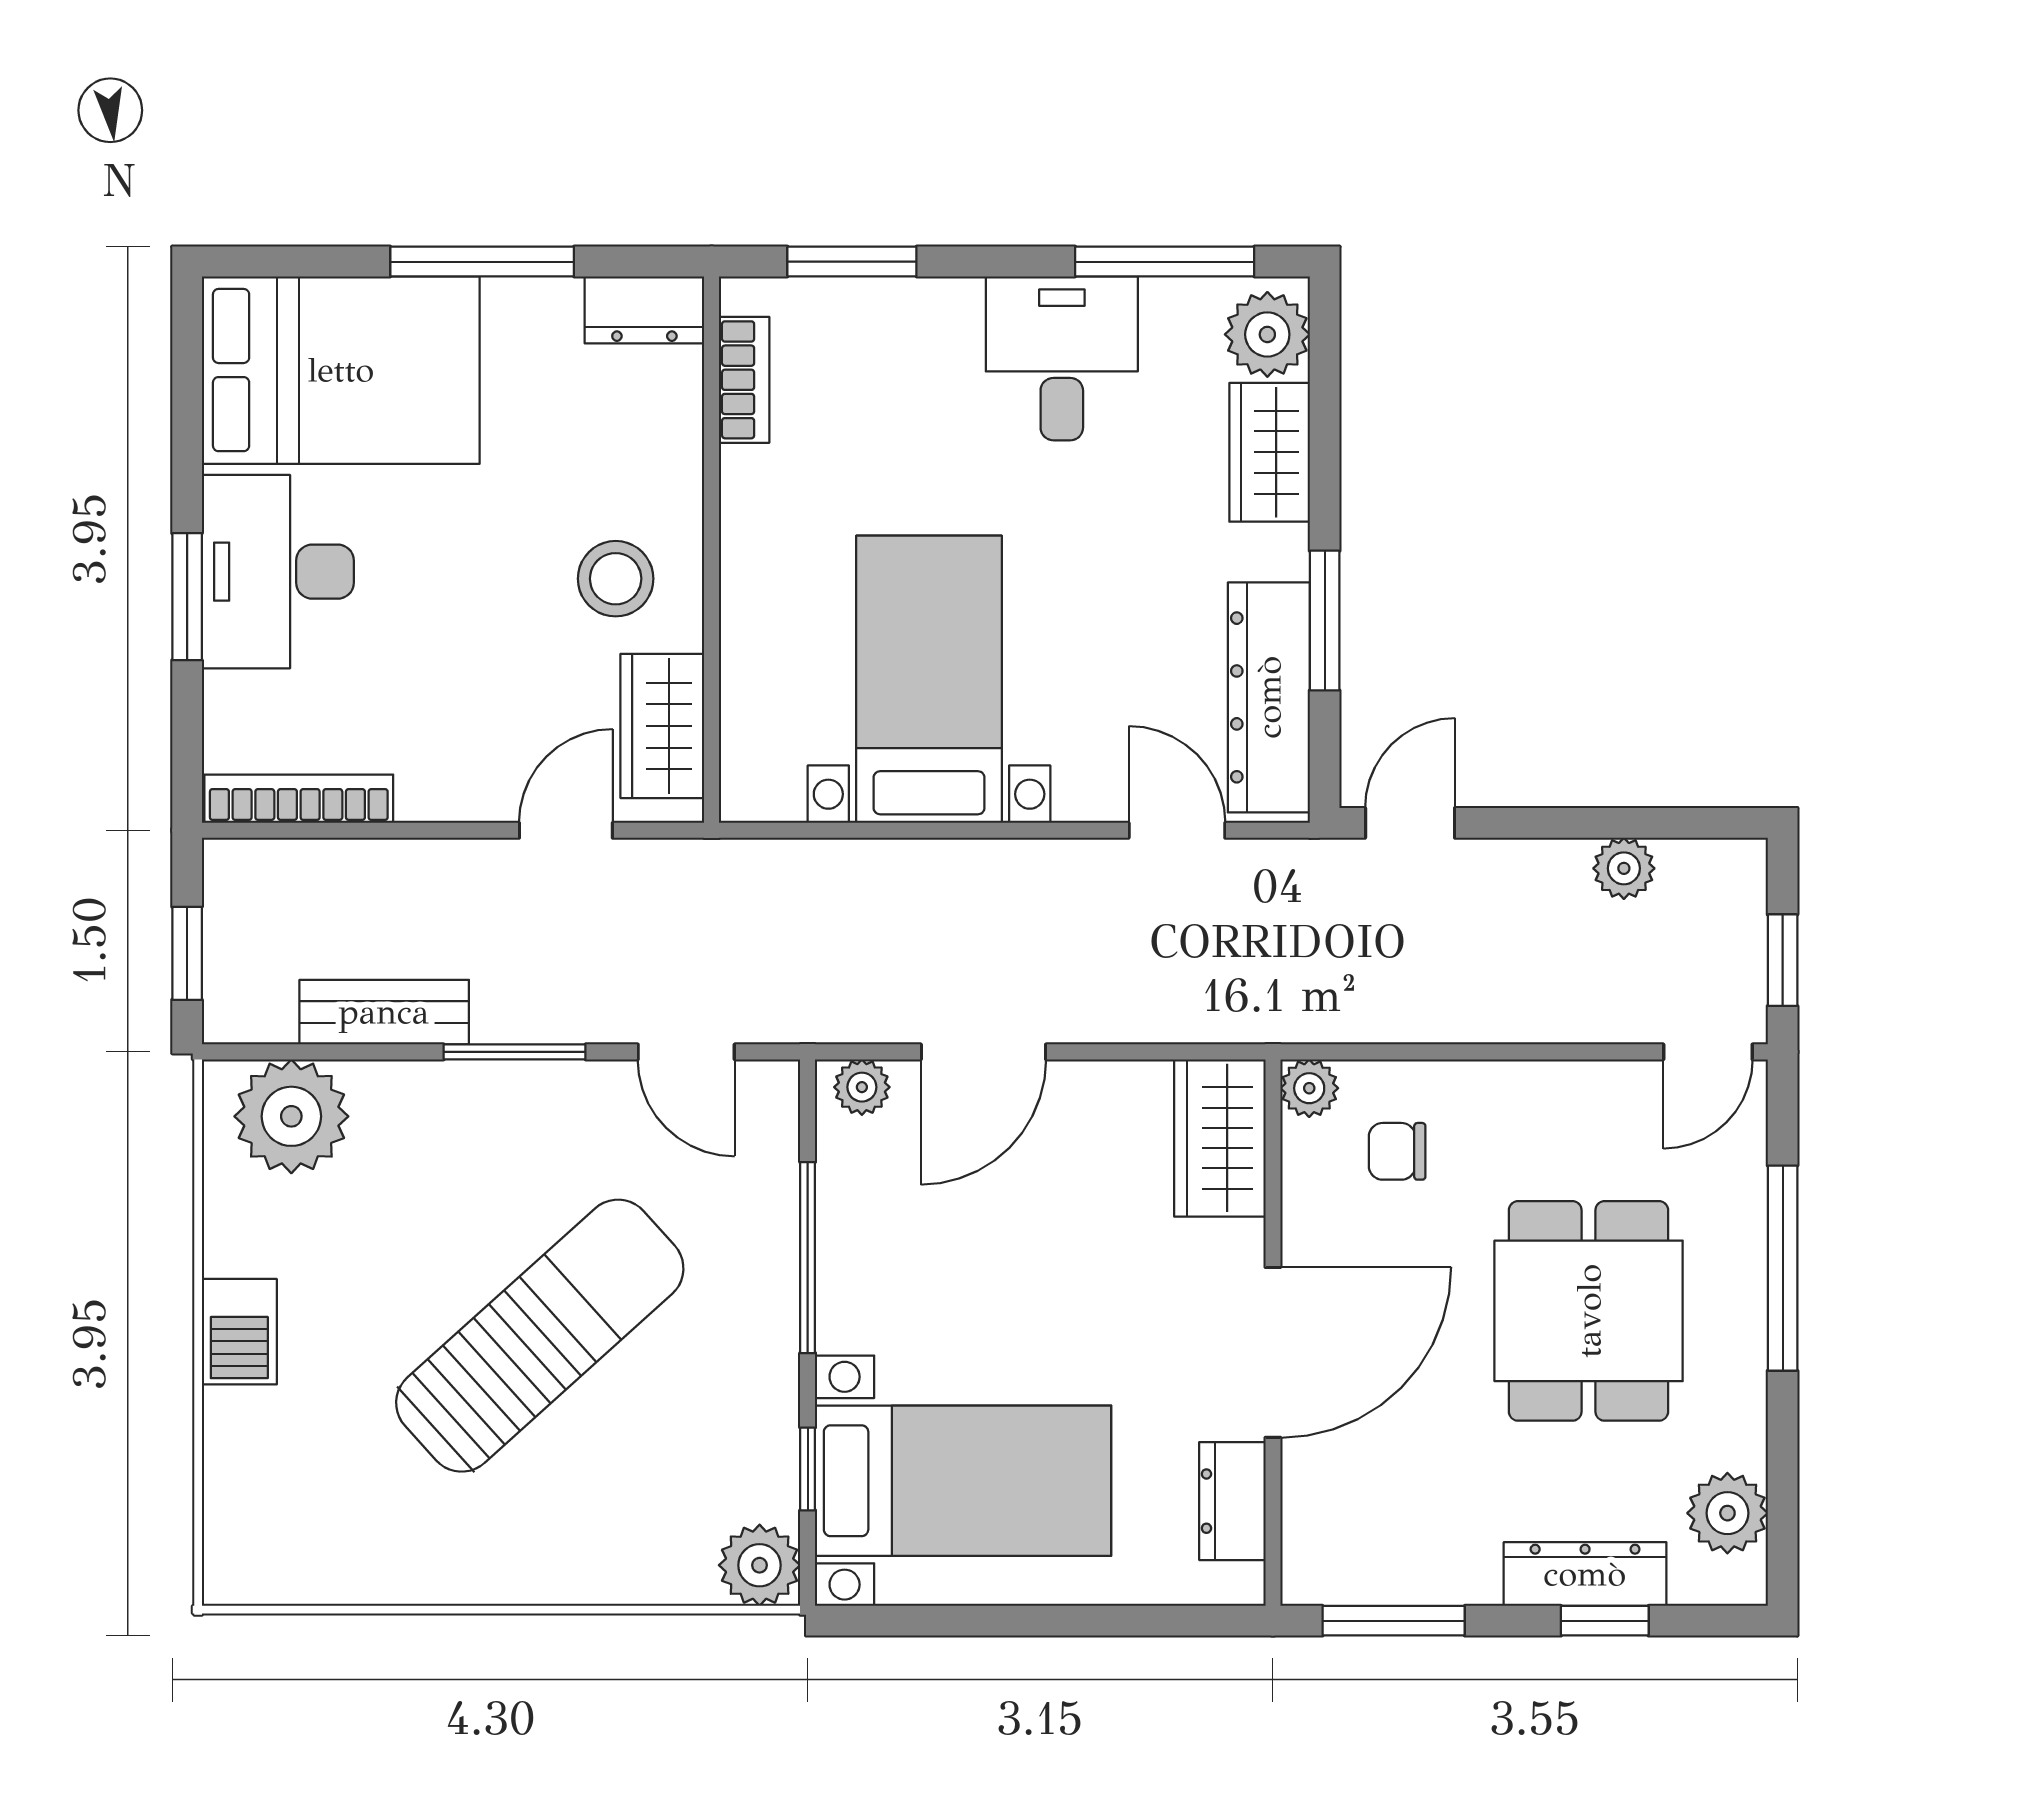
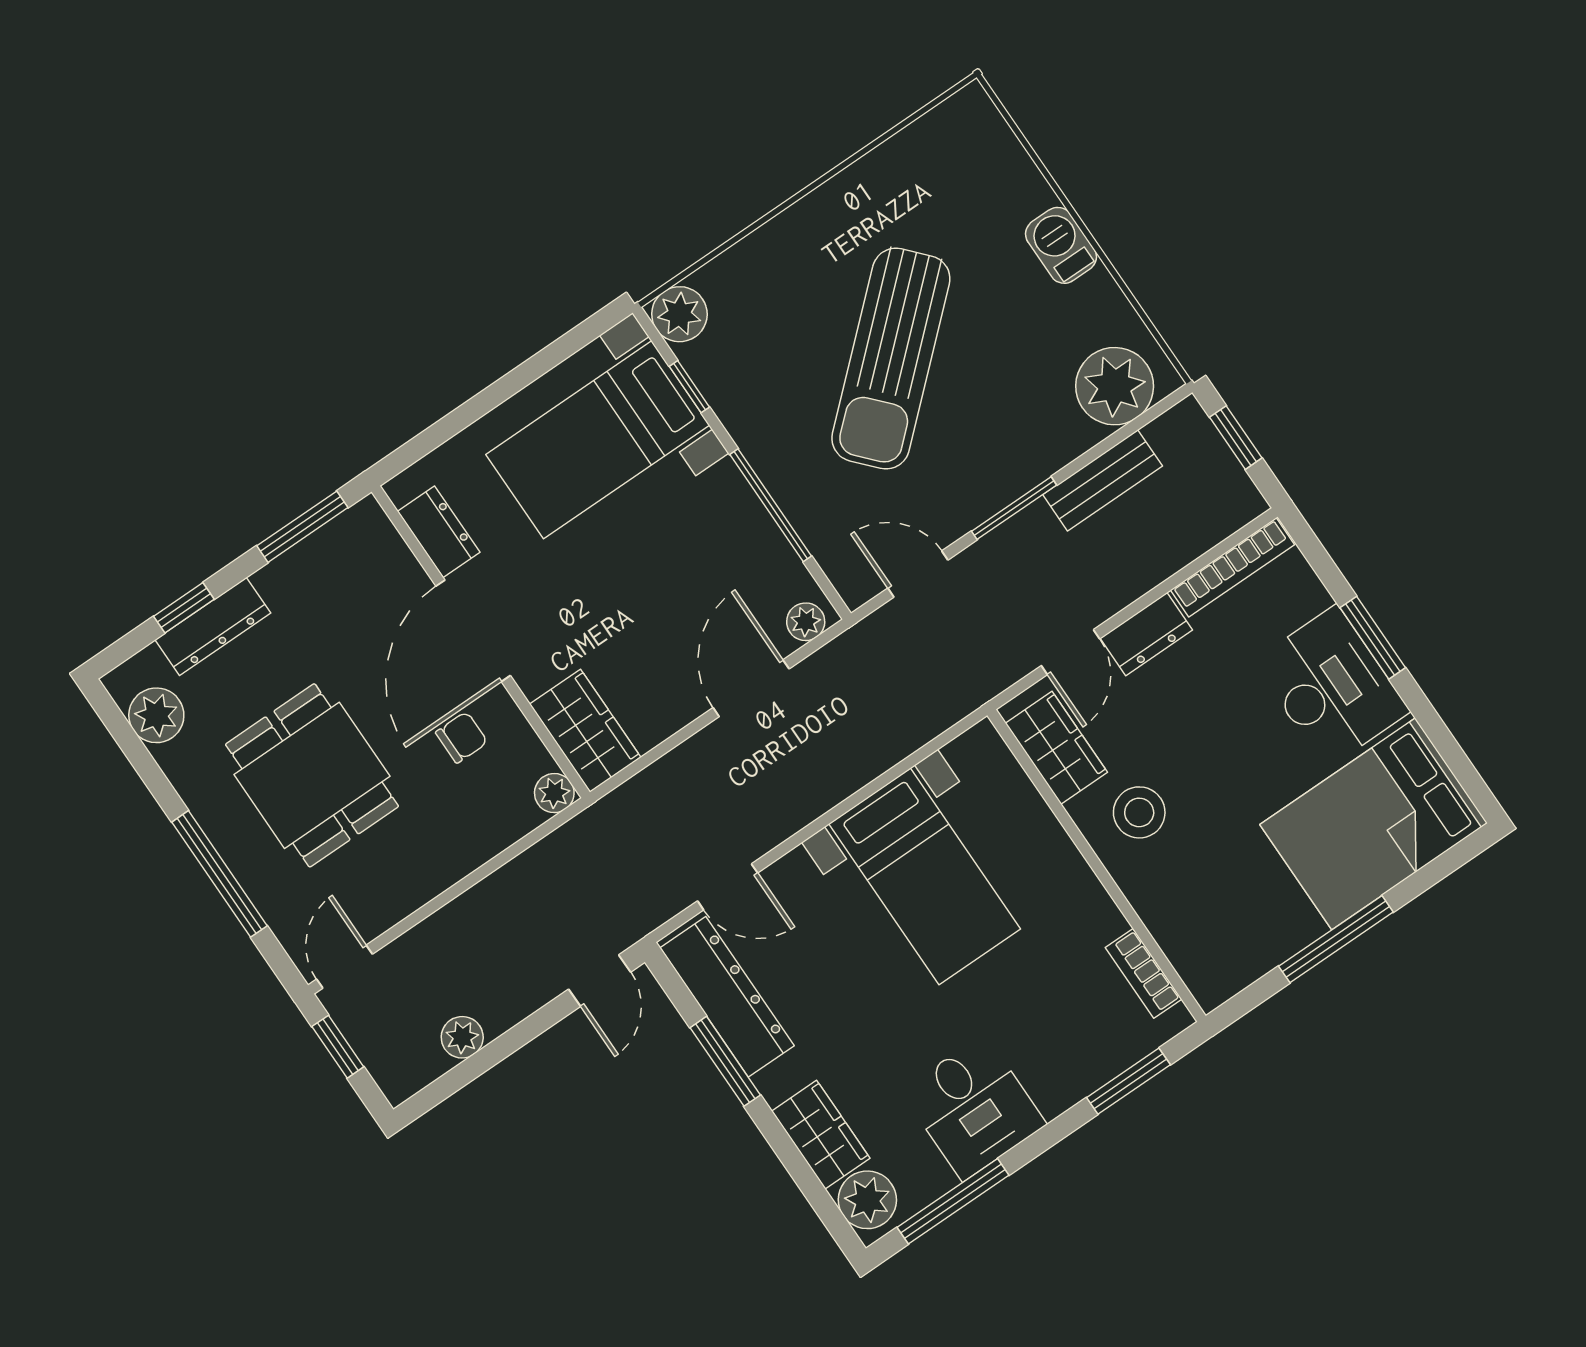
dresser: (644, 310) -> (1146, 634), moved, turned 180
chair: (1397, 1151) -> (462, 737), moved

